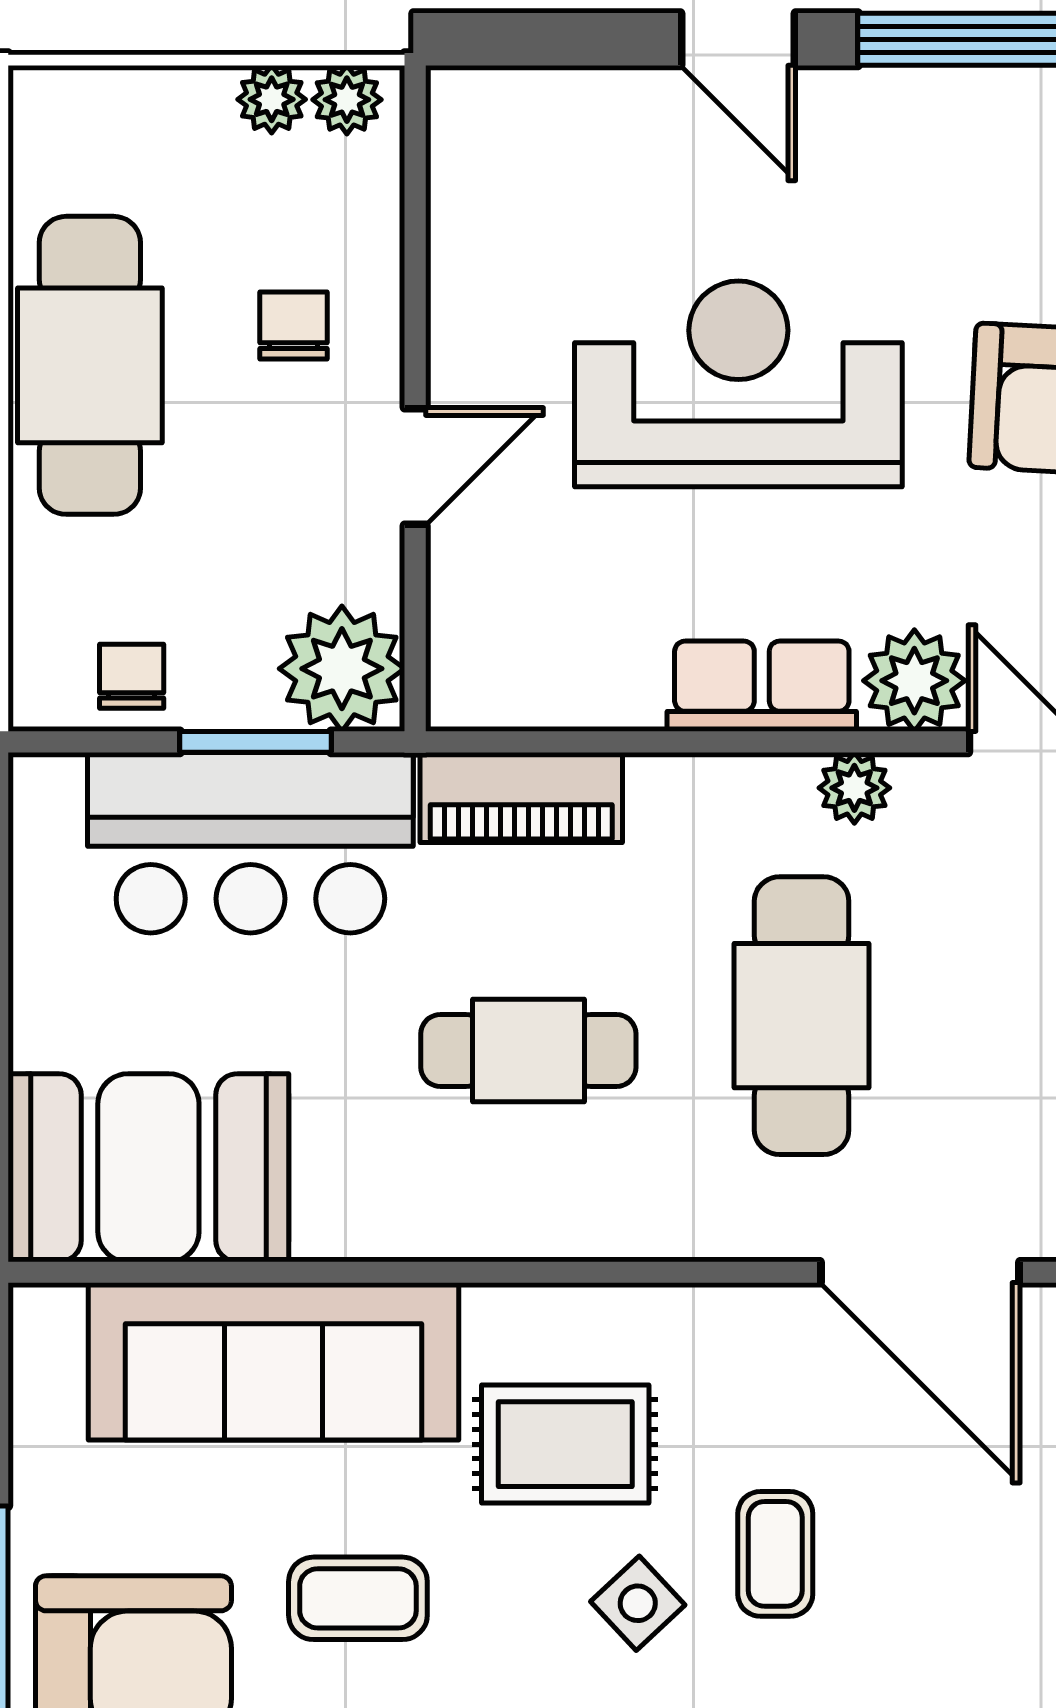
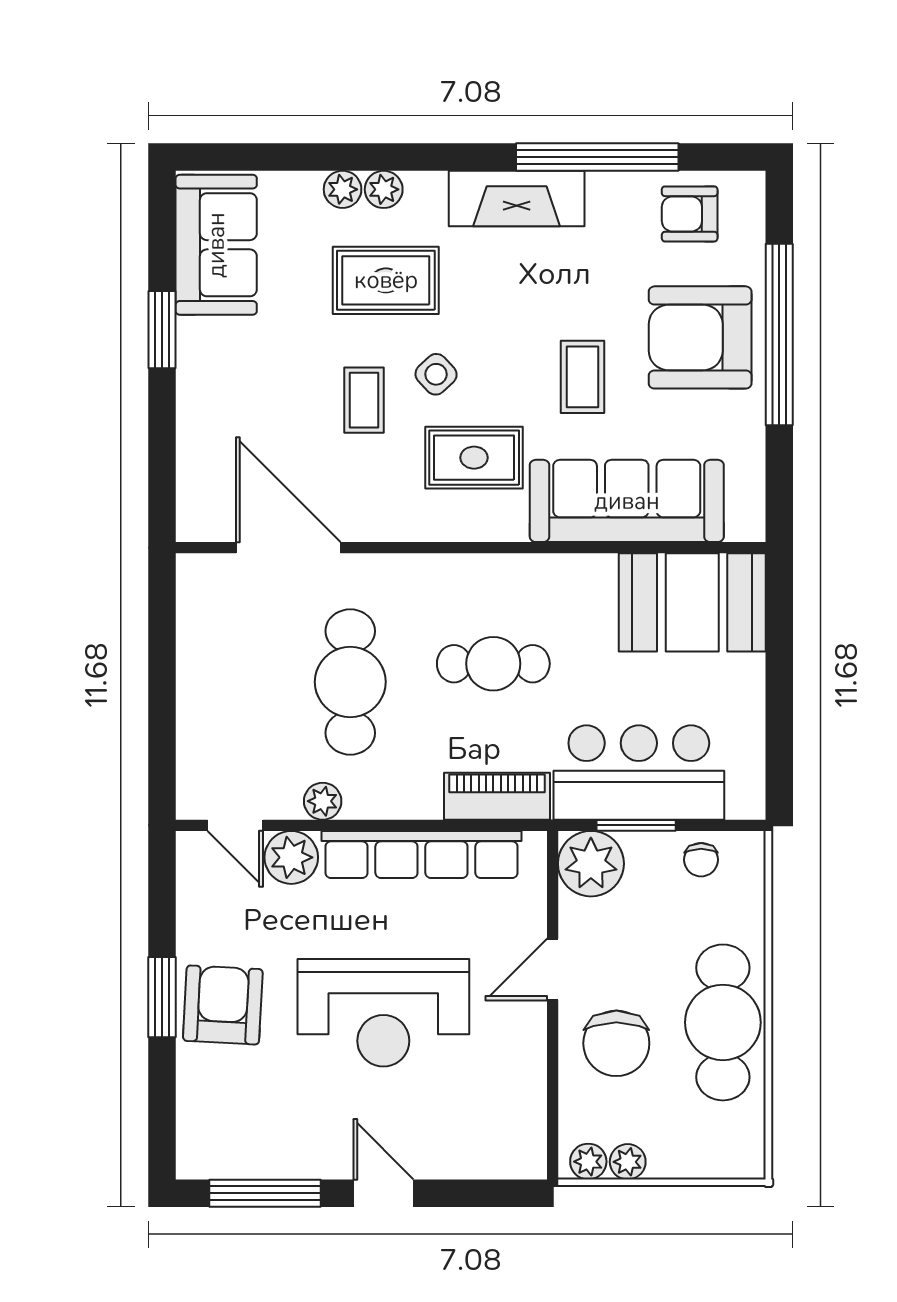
chair: (293, 325) -> (616, 1043), width x1.87, depth x1.87
row of seats: (762, 686) -> (421, 854), width x2.02
coffee table: (358, 1598) -> (583, 377), turned 90

